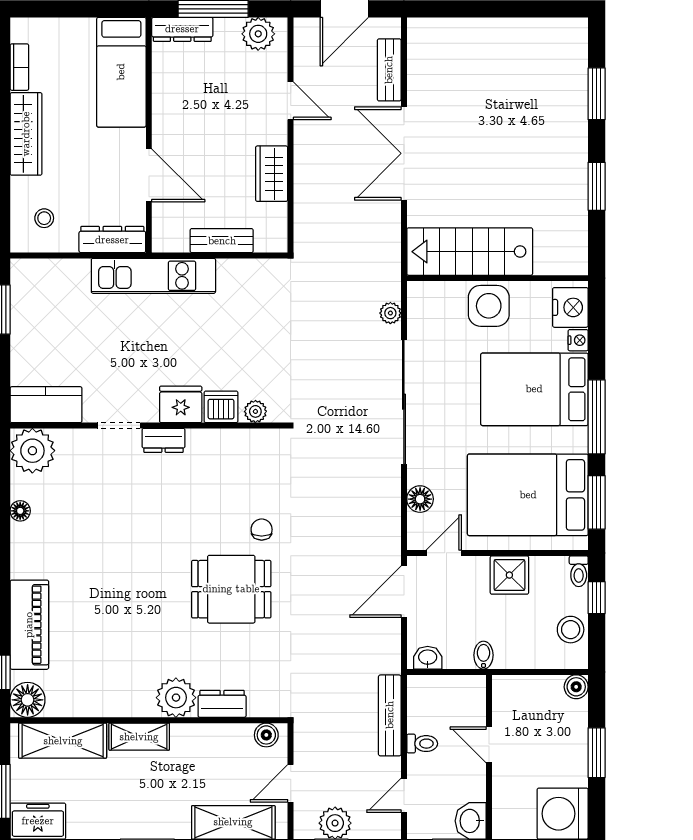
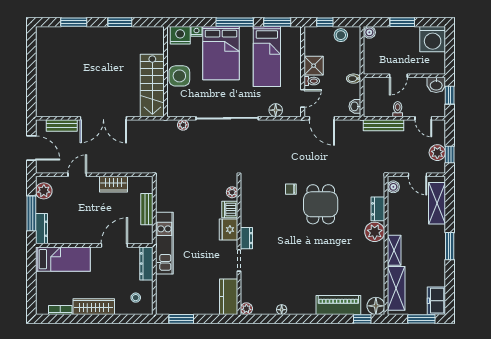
plant: (32, 451) -> (246, 309), width x0.53, depth x0.53
bed: (528, 495) -> (267, 56), width x0.67
door: (444, 553) -> (303, 98), swing flipped
toilet: (579, 571) -> (312, 81), moved

